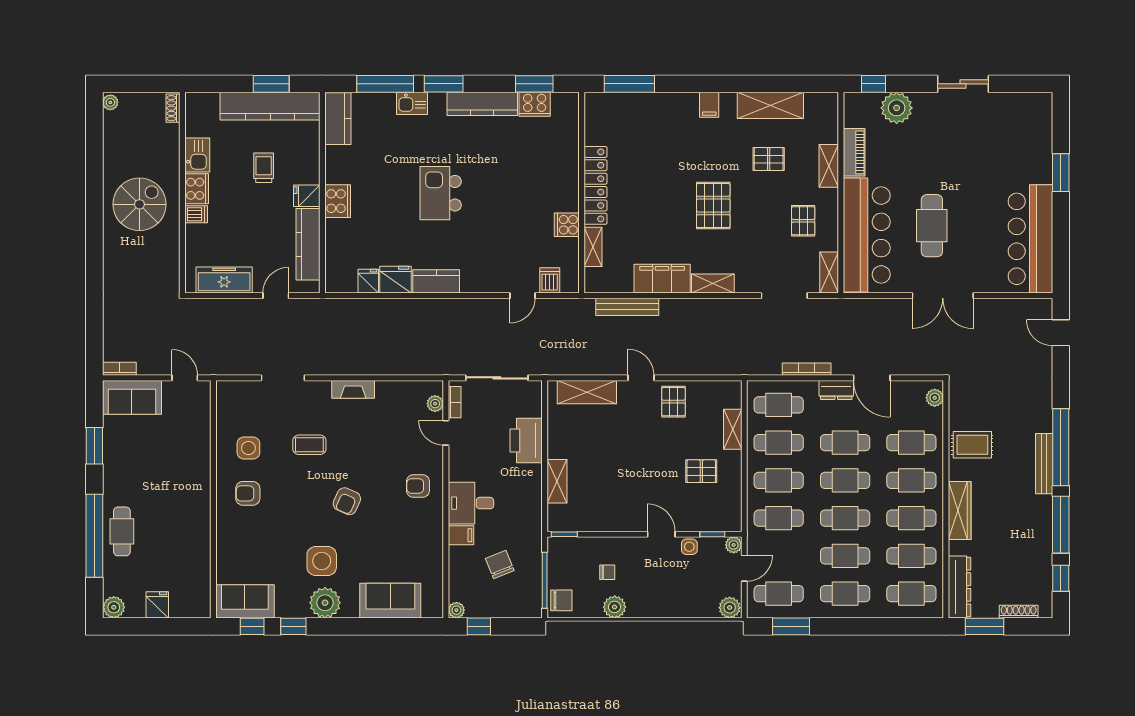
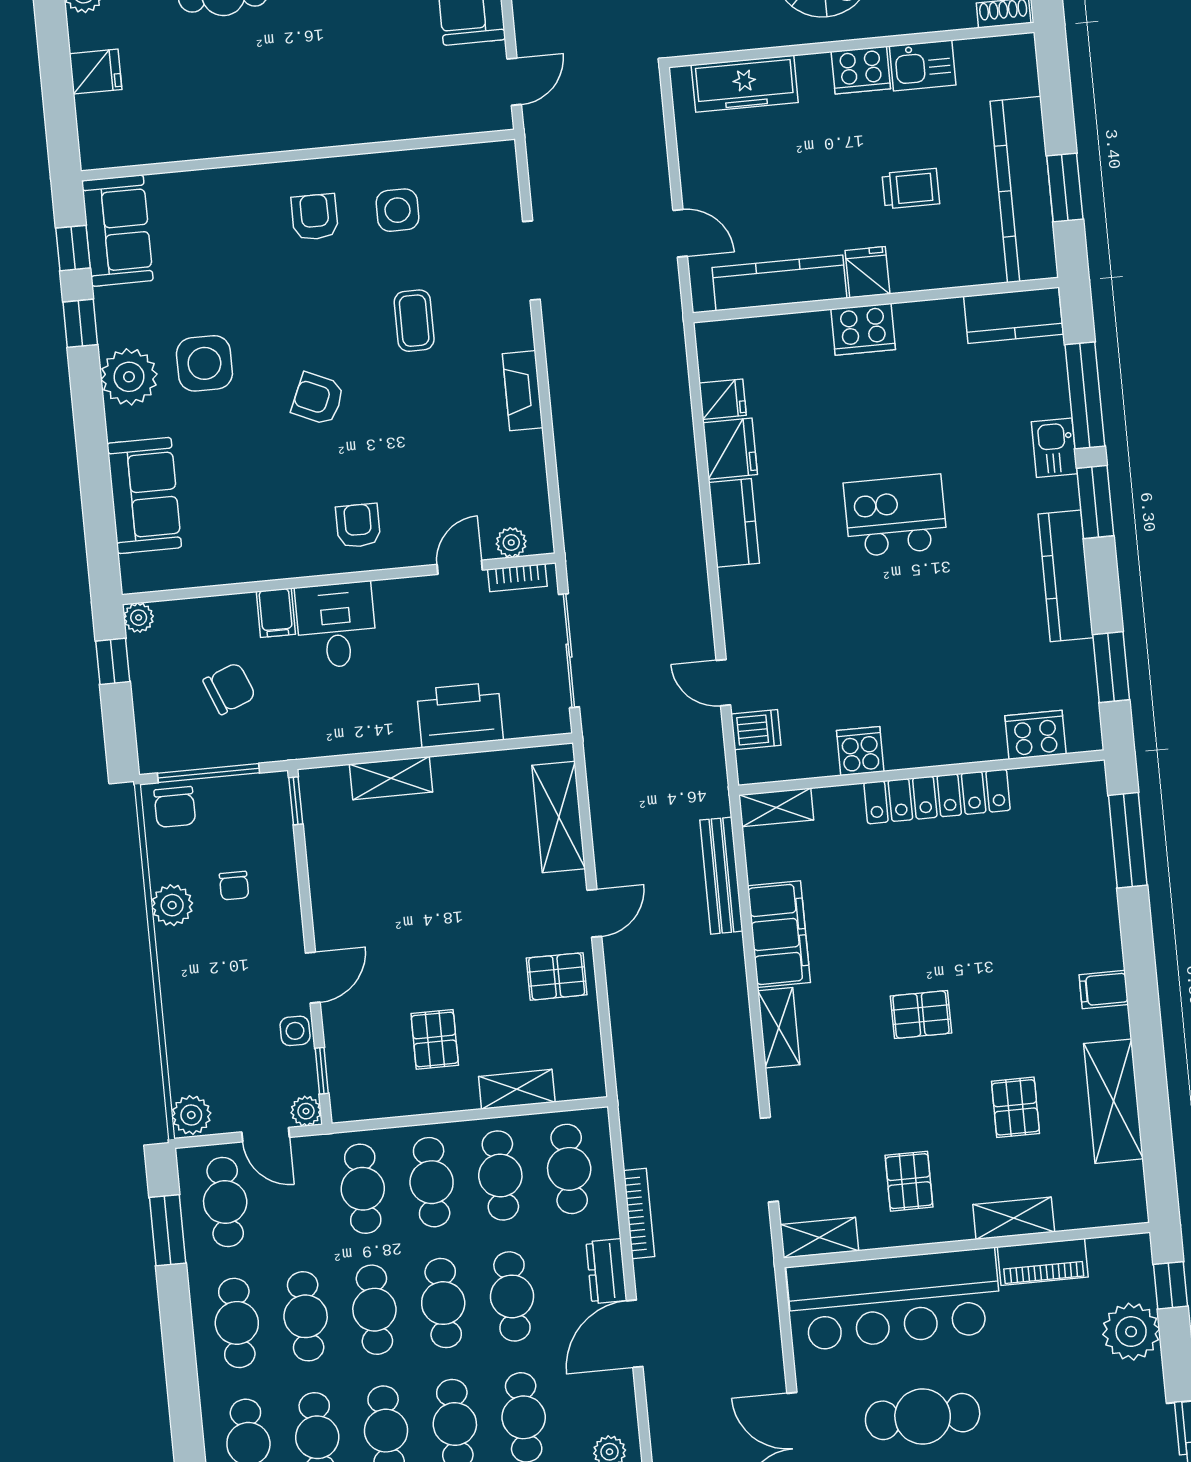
cooker: (535, 104) -> (1036, 735), moved, turned 90
pallet: (713, 206) -> (921, 1015), width x0.67, depth x0.71
dishwasher: (196, 214) -> (814, 74), removed
pallet: (803, 221) -> (909, 1181), turned 90
shelving: (593, 247) -> (776, 807), moved
freezer: (224, 280) -> (745, 84), moved, turned 90

